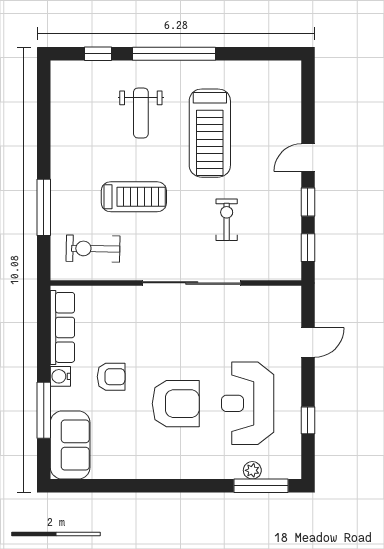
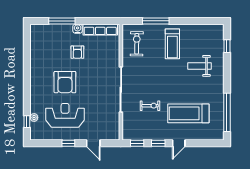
window: (174, 54) -> (227, 112), moved
treadmill: (210, 133) -> (188, 113), moved
door: (308, 158) -> (179, 143), swing flipped
treadmill: (134, 197) -> (172, 44), moved
window: (308, 420) -> (68, 143), moved
sofa: (70, 445) -> (46, 33), removed
window: (261, 486) -> (27, 122), width x0.46

